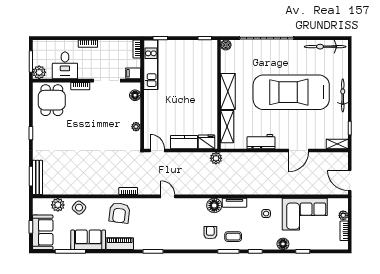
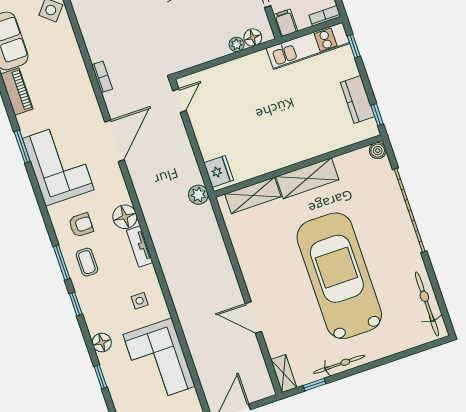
bicycle: (343, 95) -> (339, 364), moved
plant: (136, 127) -> (237, 44), moved
kitchen counter: (184, 142) -> (358, 100), moved, turned 180
workbench: (261, 142) -> (247, 255), removed
door: (168, 196) -> (115, 141), width x1.87
armchair: (119, 213) -> (64, 75), removed
corner sofa: (170, 234) -> (58, 164), added

